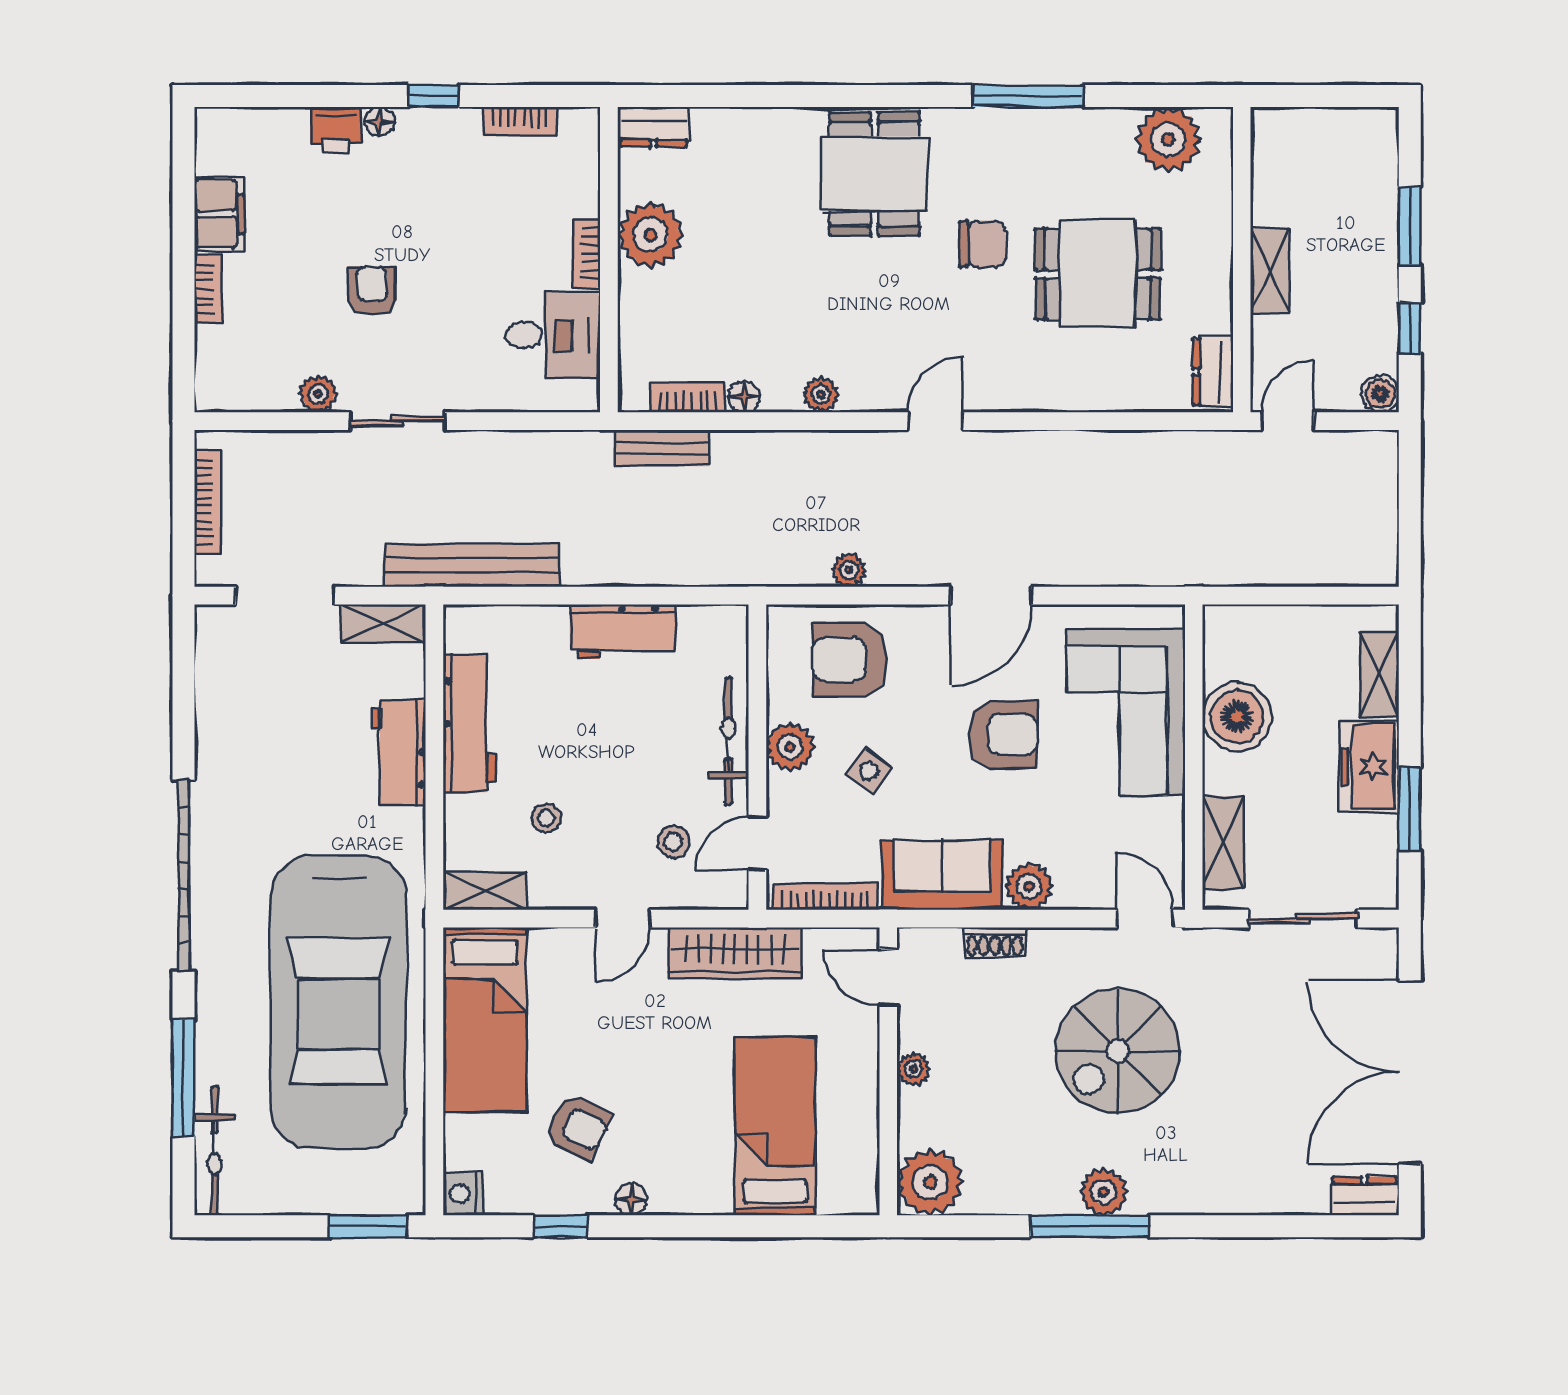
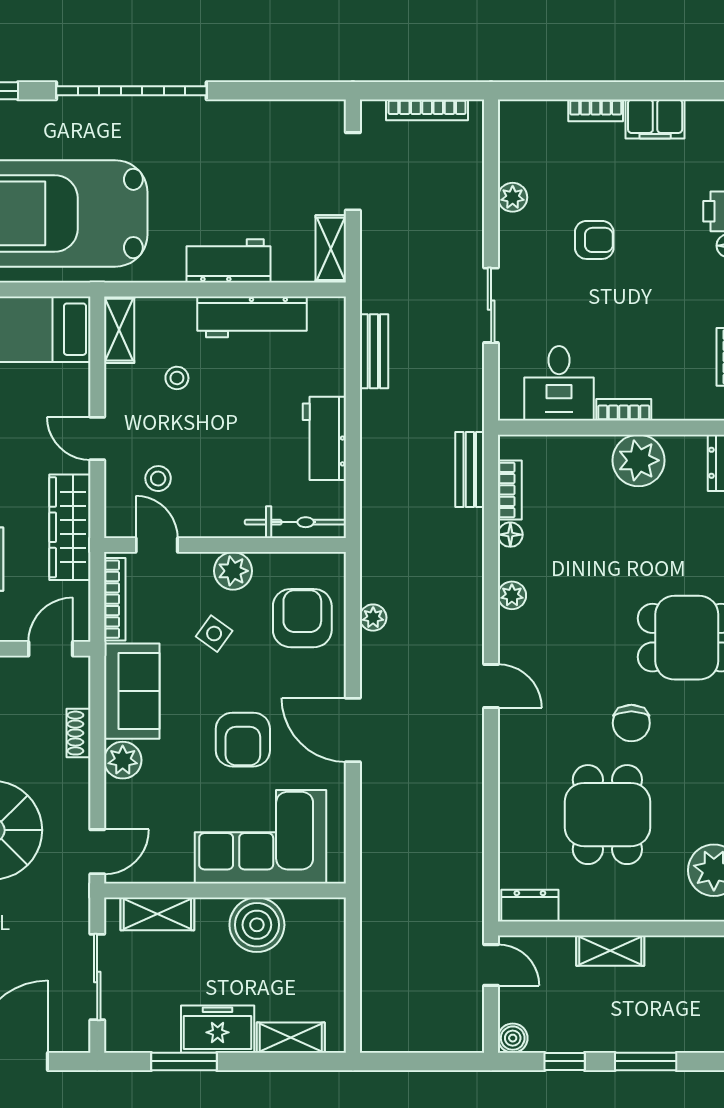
sliding door: (398, 421) -> (491, 305), moved
bench: (472, 565) -> (374, 351), width x0.54, depth x0.82
bicycle: (728, 741) -> (295, 522), moved

